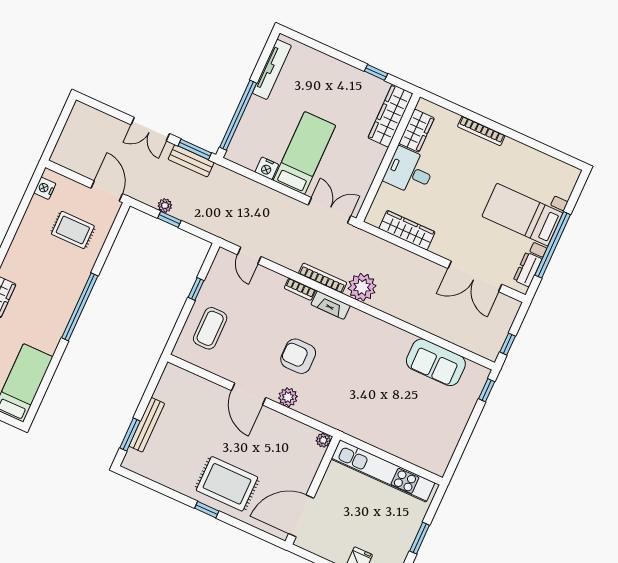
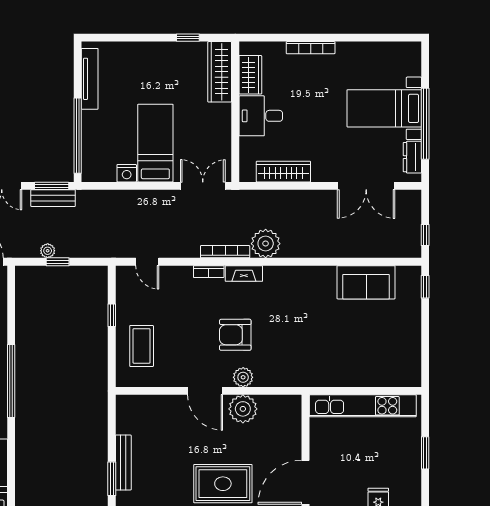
plant: (323, 440) -> (243, 409), moved, width x1.88, depth x1.88

